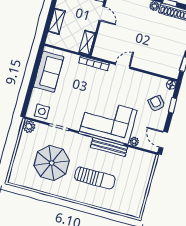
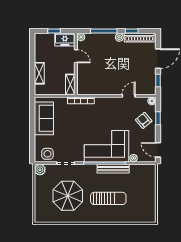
door: (123, 66) -> (129, 96), moved

